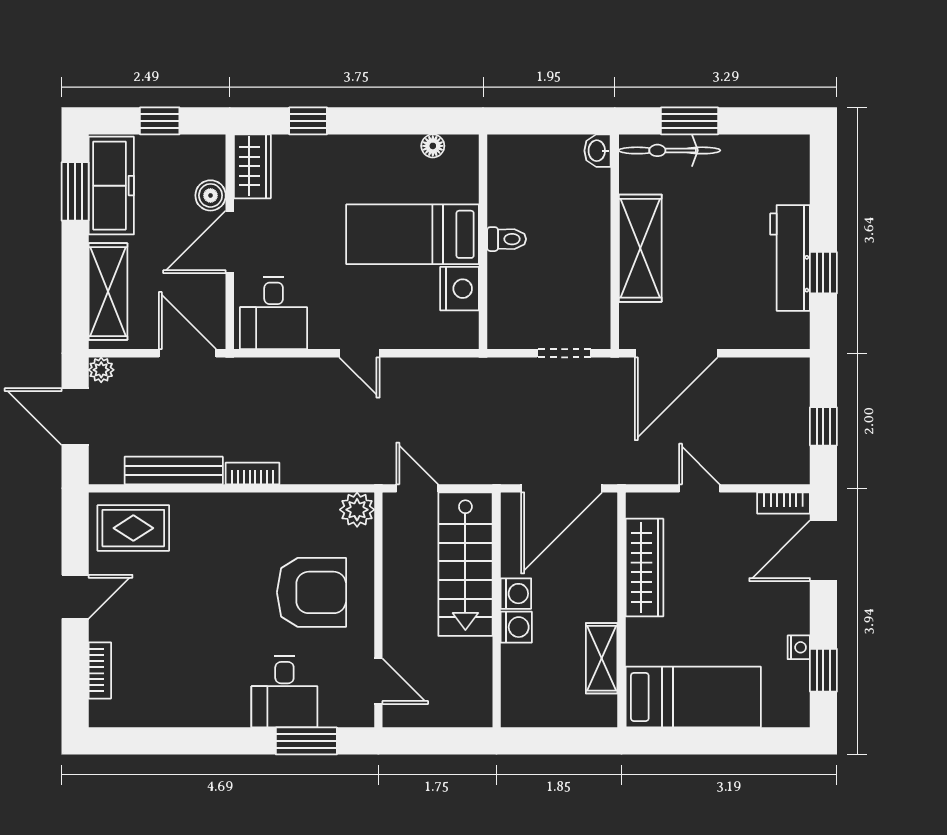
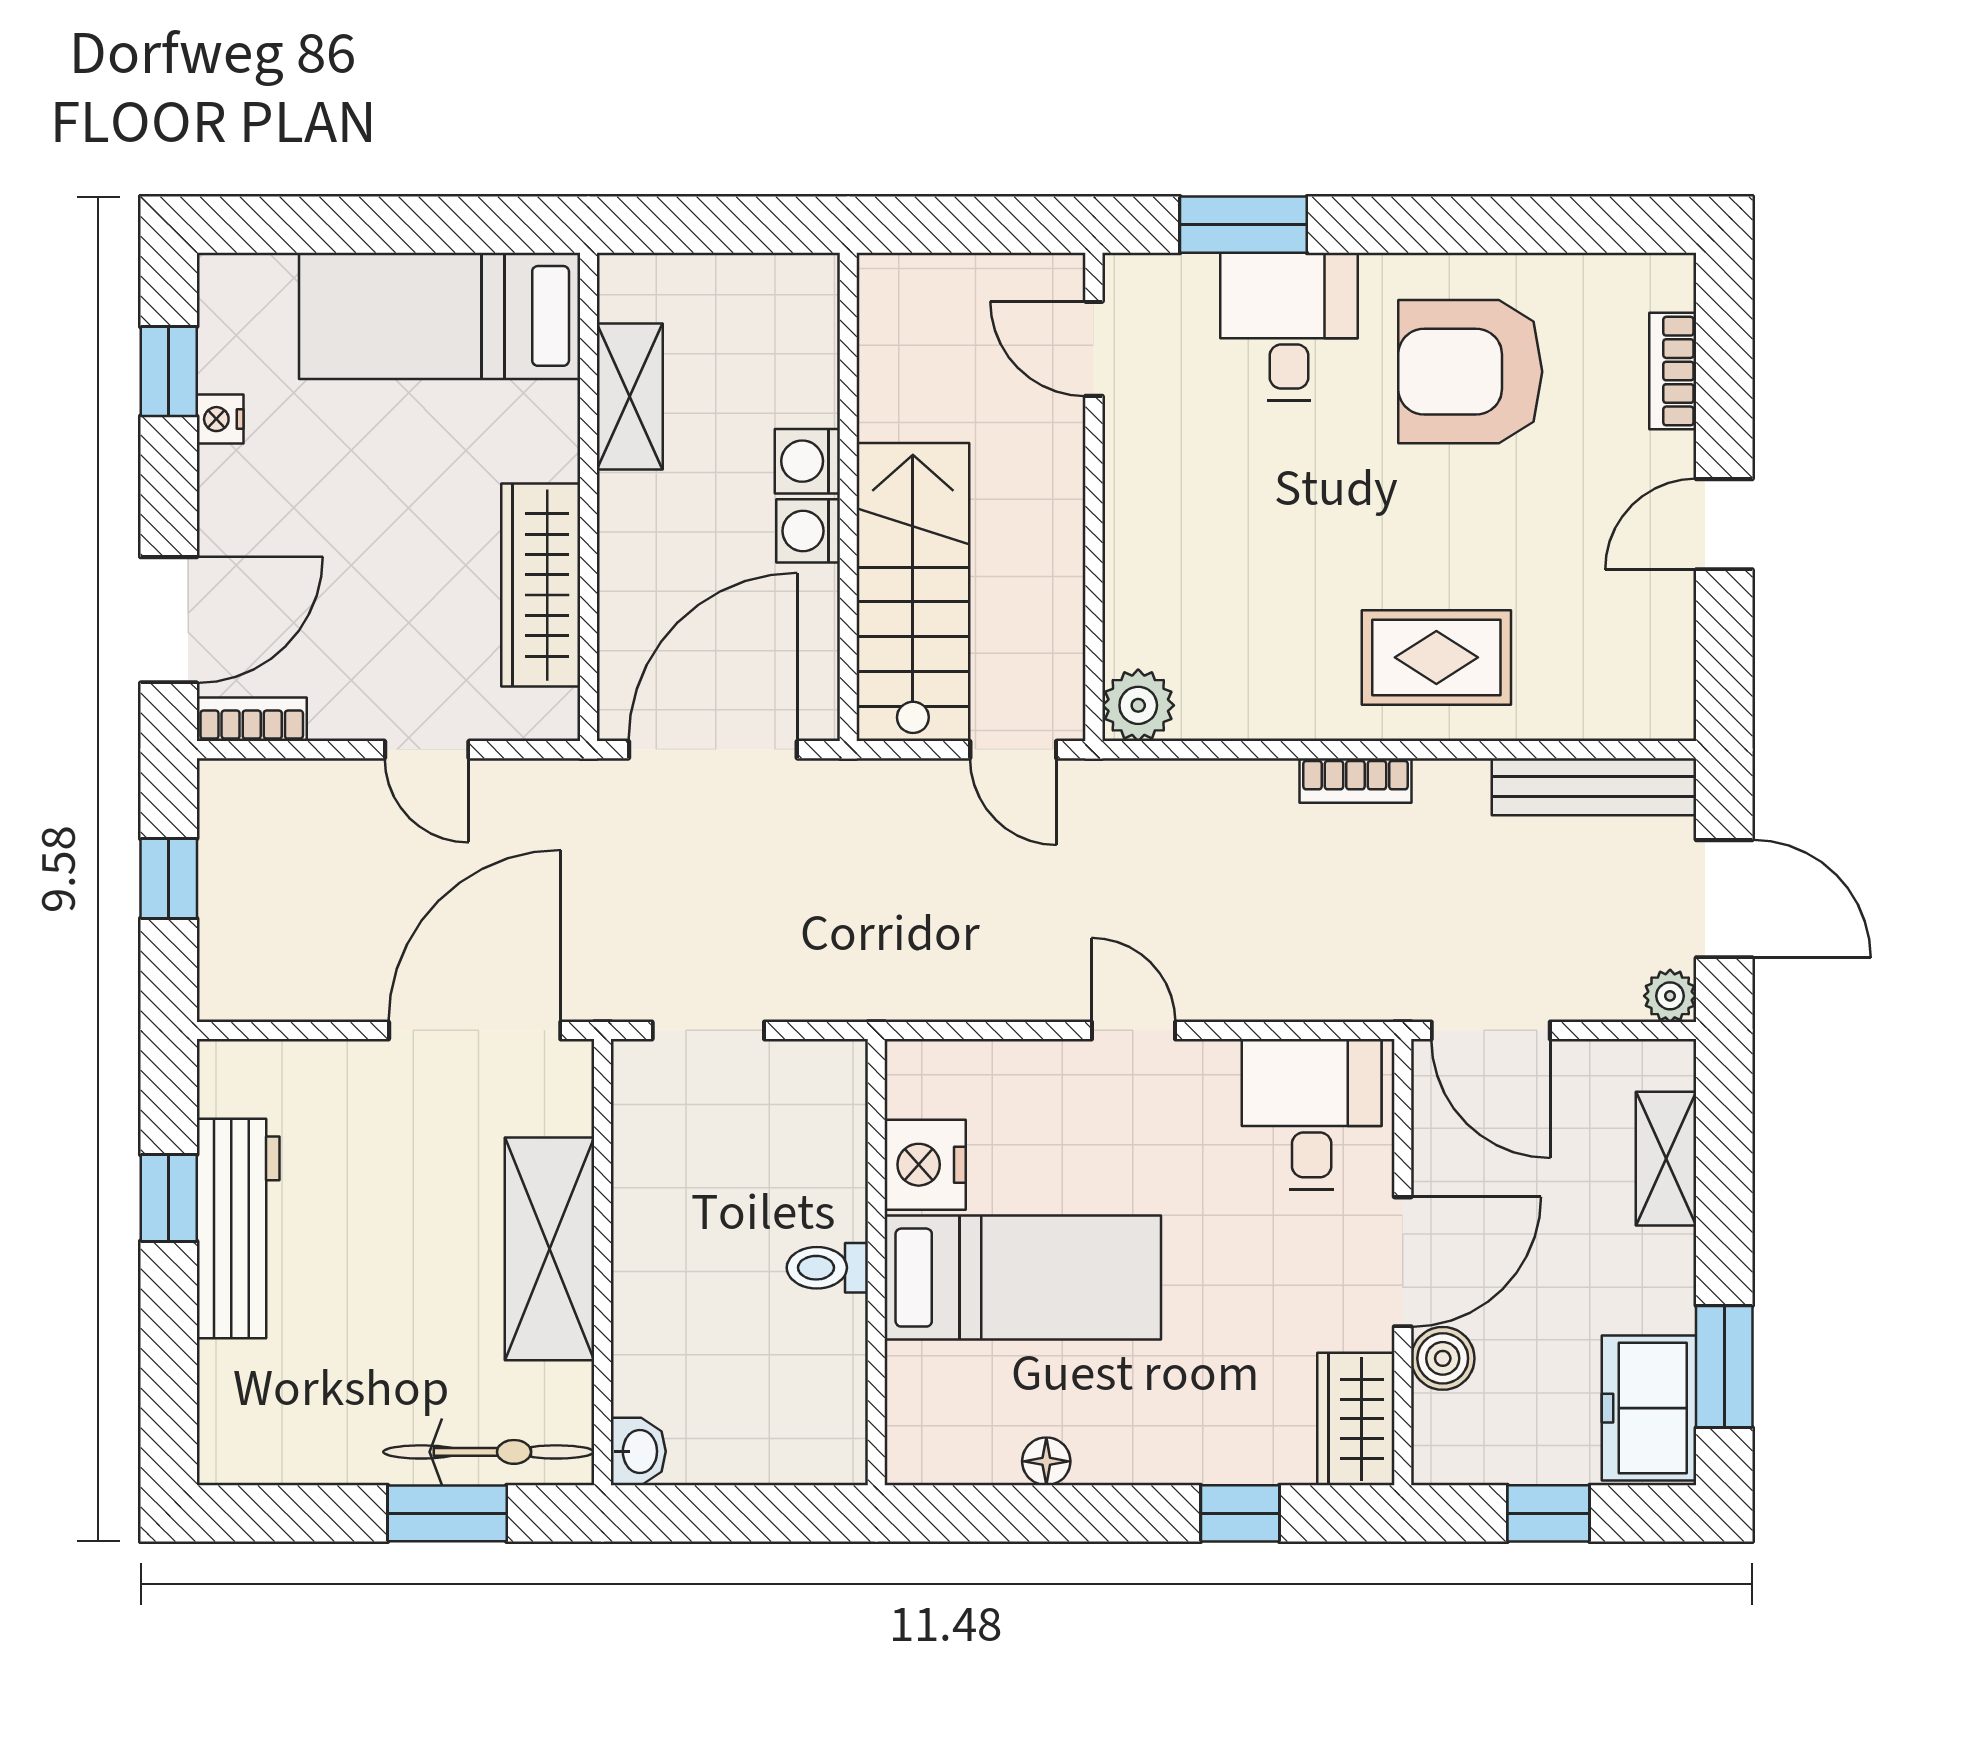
floor lamp: (433, 146) -> (1046, 1461), moved
freezer: (111, 186) -> (1649, 1408), width x0.71
shelving: (108, 292) -> (1666, 1159), width x0.67, depth x0.75
bench: (174, 470) -> (1594, 787), moved
rug: (133, 528) -> (1436, 657), moved
armchair: (312, 592) -> (1470, 372), moved

